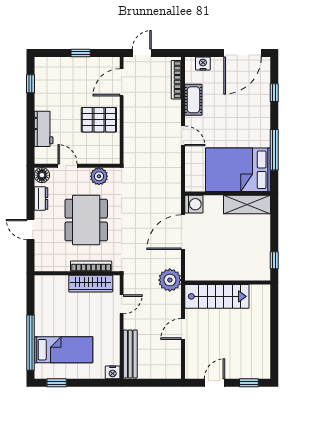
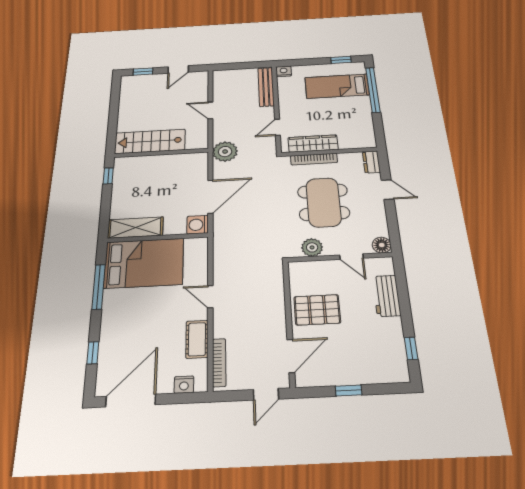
dresser: (41, 198) -> (371, 162), moved
stairs: (217, 296) -> (150, 141), moved
door: (183, 329) -> (210, 110), swing flipped

